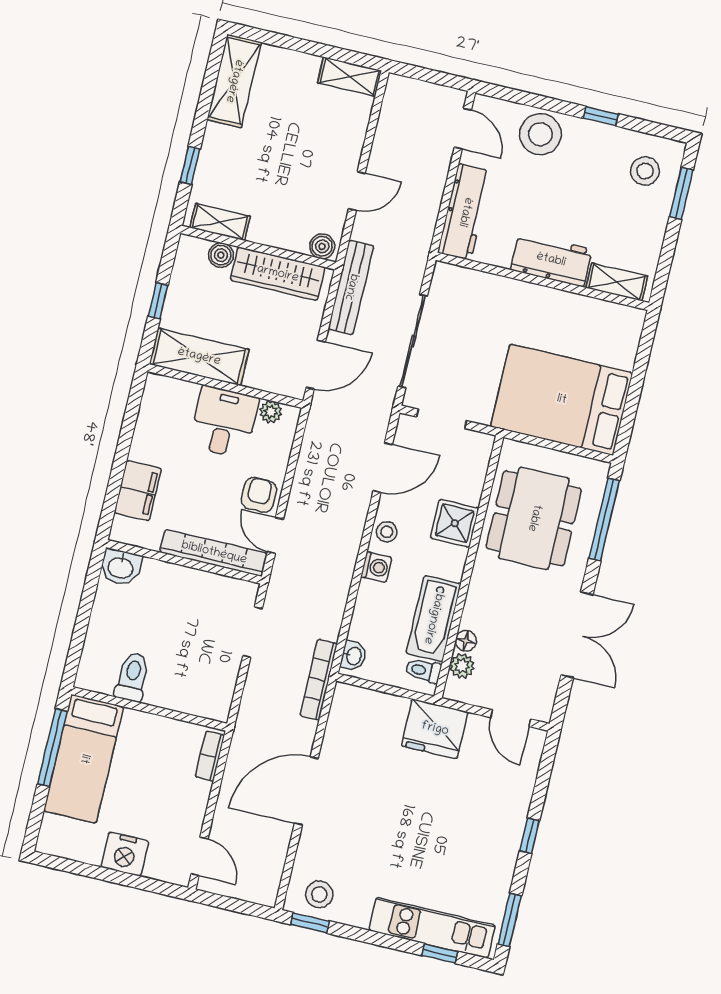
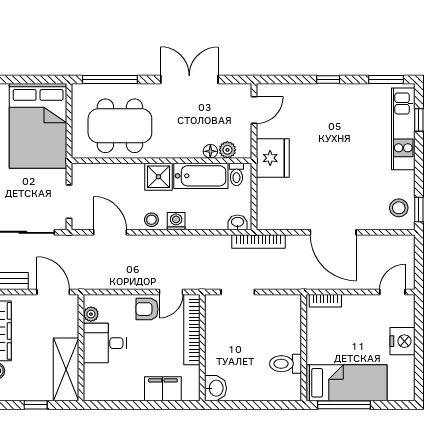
shower: (455, 523) -> (159, 177), moved

